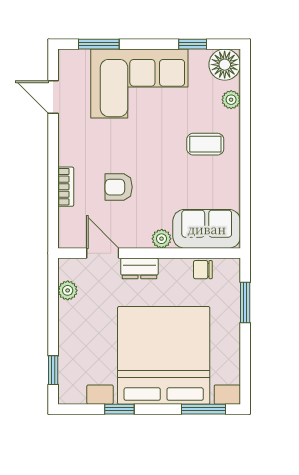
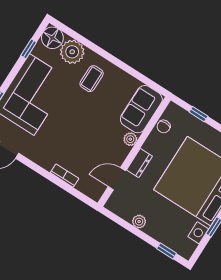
plant: (231, 100) -> (72, 52), width x1.87, depth x1.87
armchair: (119, 187) -> (84, 145), removed
plant: (68, 290) -> (139, 222), moved
window: (245, 302) -> (198, 114), width x0.67

